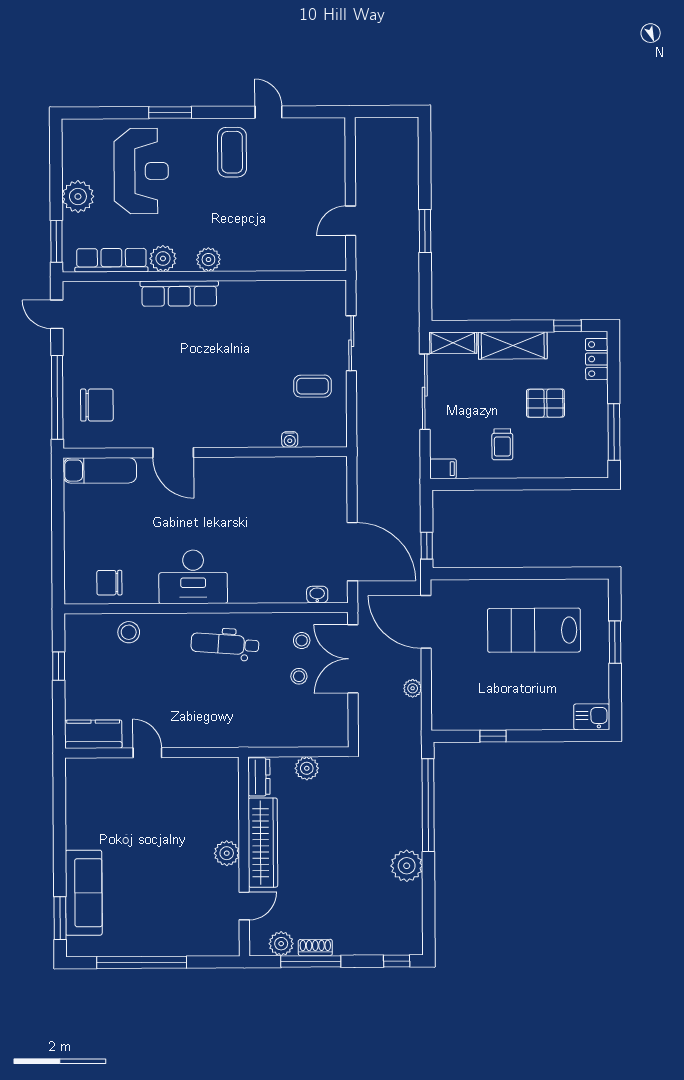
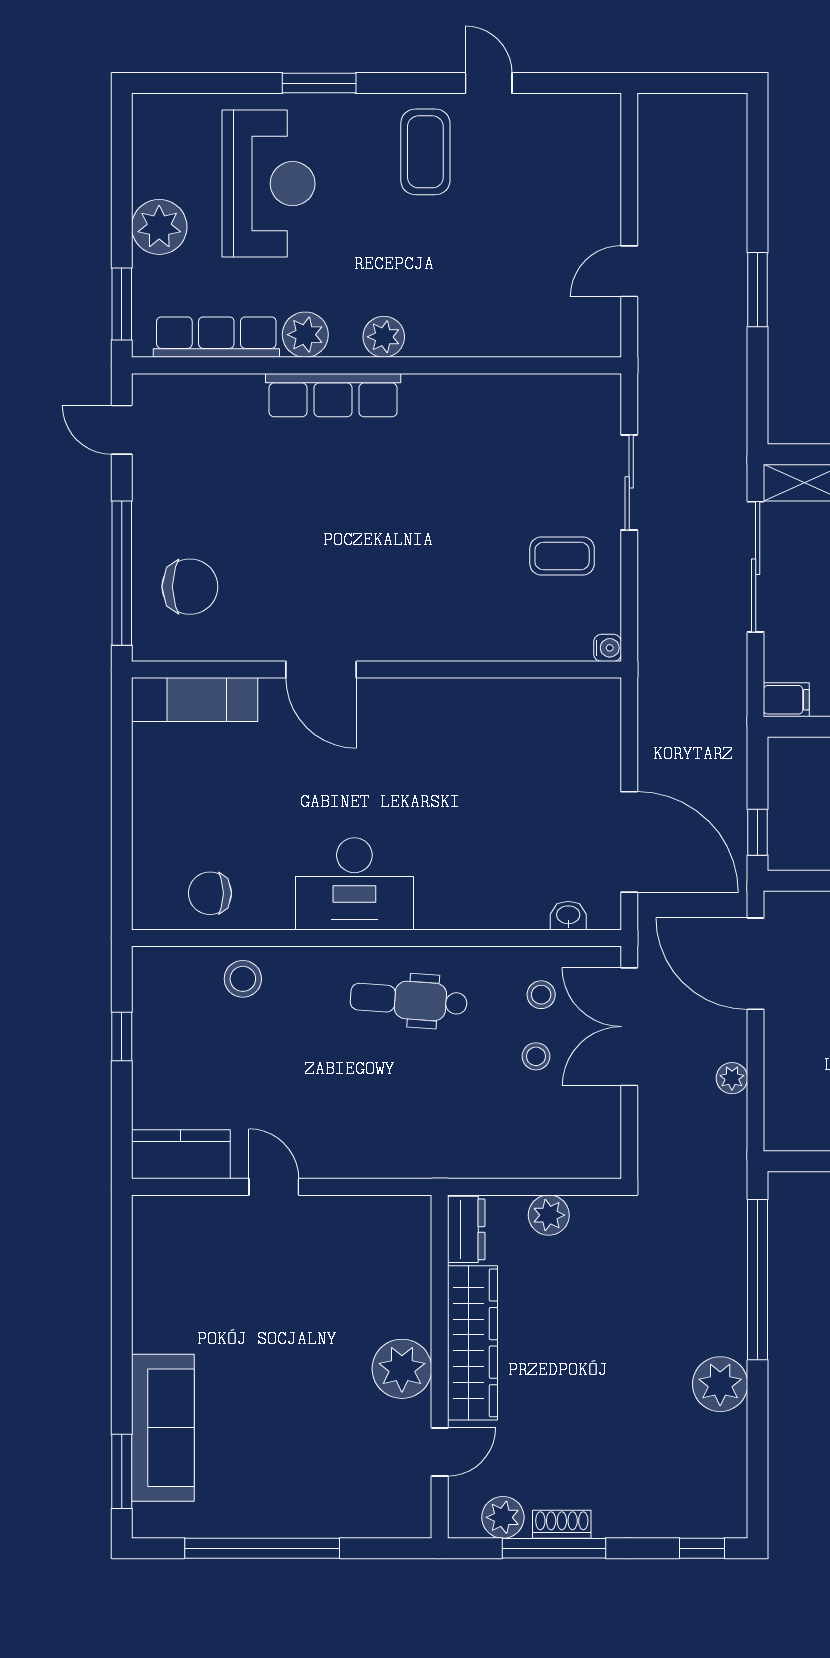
water cooler: (290, 439) -> (608, 648), moved, turned -90
plant: (227, 853) -> (402, 1369), width x1.36, depth x1.36

